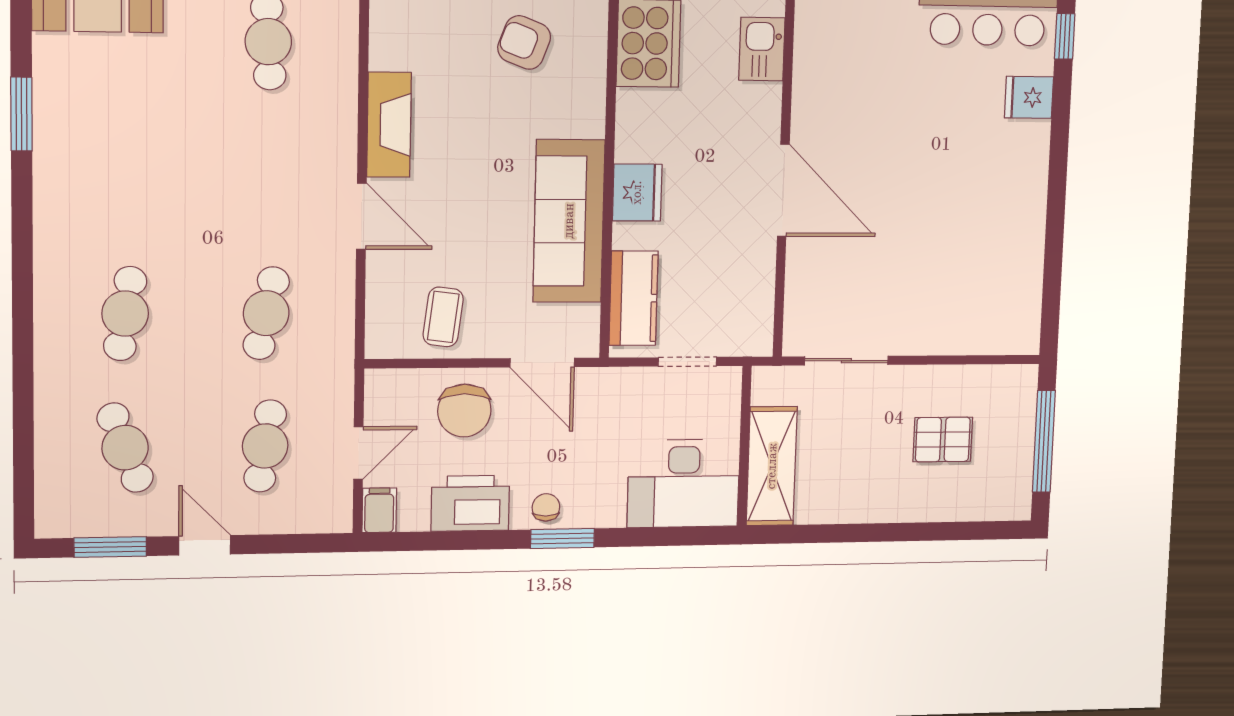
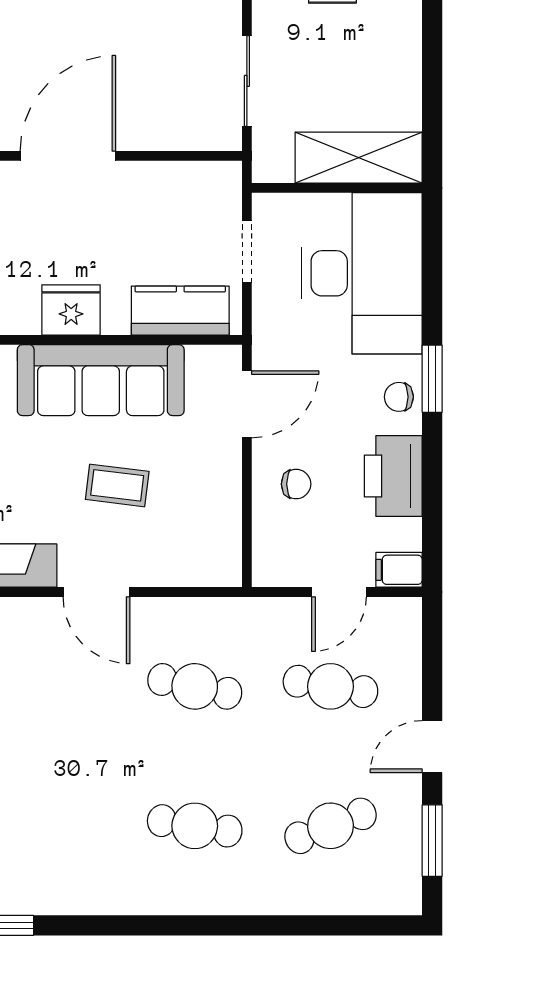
door: (361, 216) -> (97, 592), swing flipped
coffee table: (443, 317) -> (117, 485), moved
chair: (464, 411) -> (296, 484), width x0.54, depth x0.54
door: (358, 453) -> (339, 592), swing flipped
desk: (684, 483) -> (362, 273), width x1.36, depth x1.30

